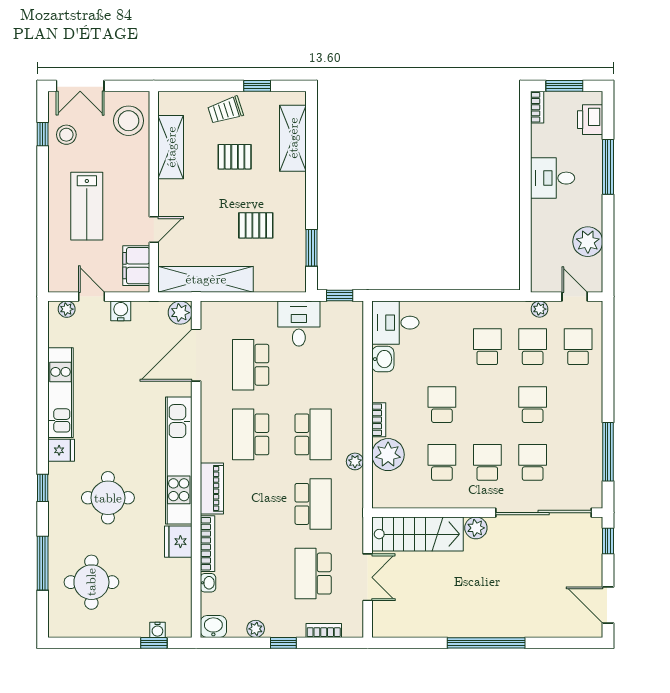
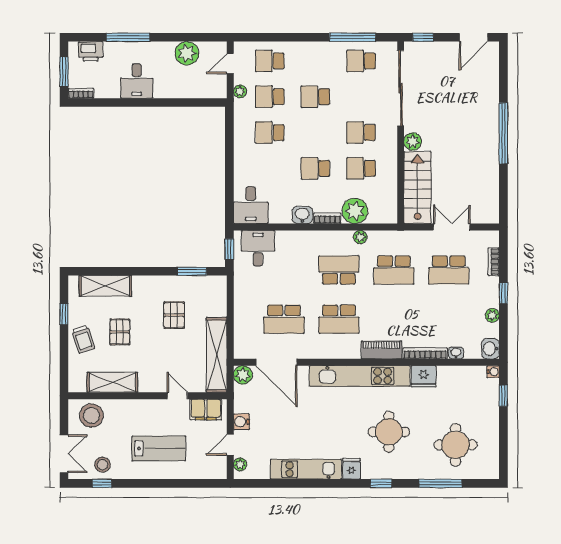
desk: (299, 324) -> (258, 248), moved, turned 90
washbasin: (383, 359) -> (302, 215), moved
school desk: (533, 462) -> (361, 61), moved
school desk: (313, 504) -> (394, 270), turned 180
water cooler: (157, 630) -> (493, 372), moved

